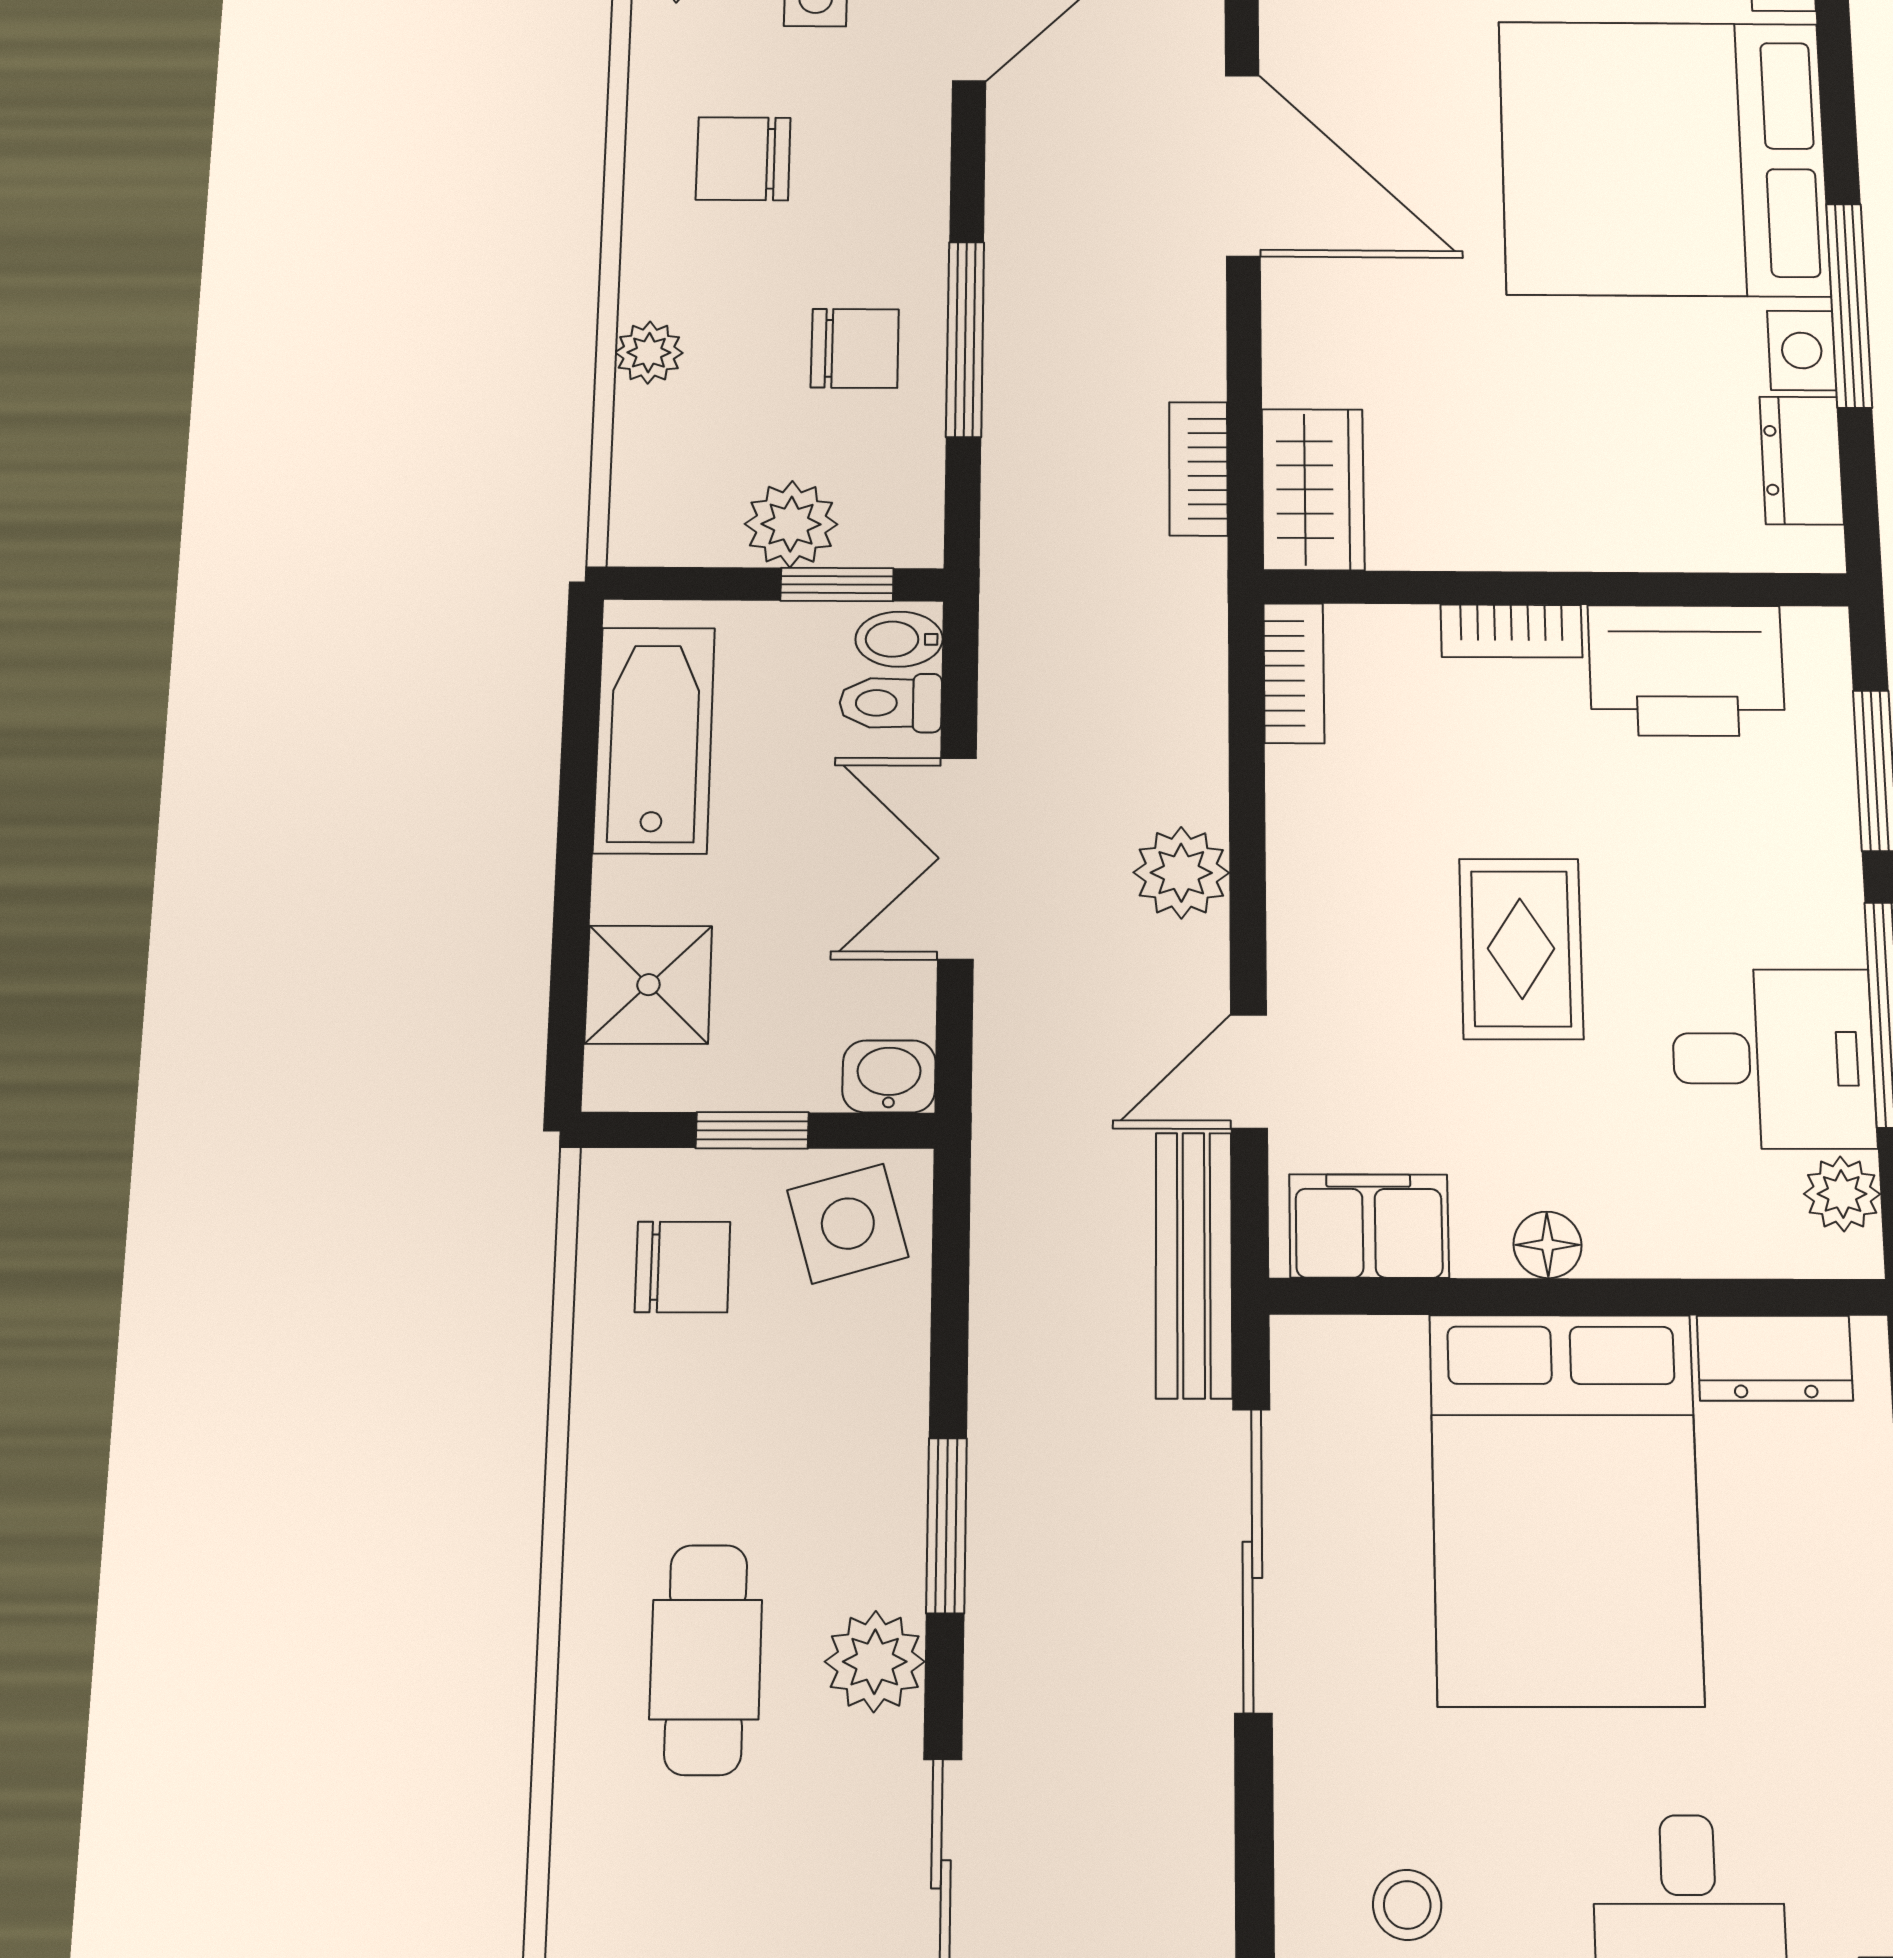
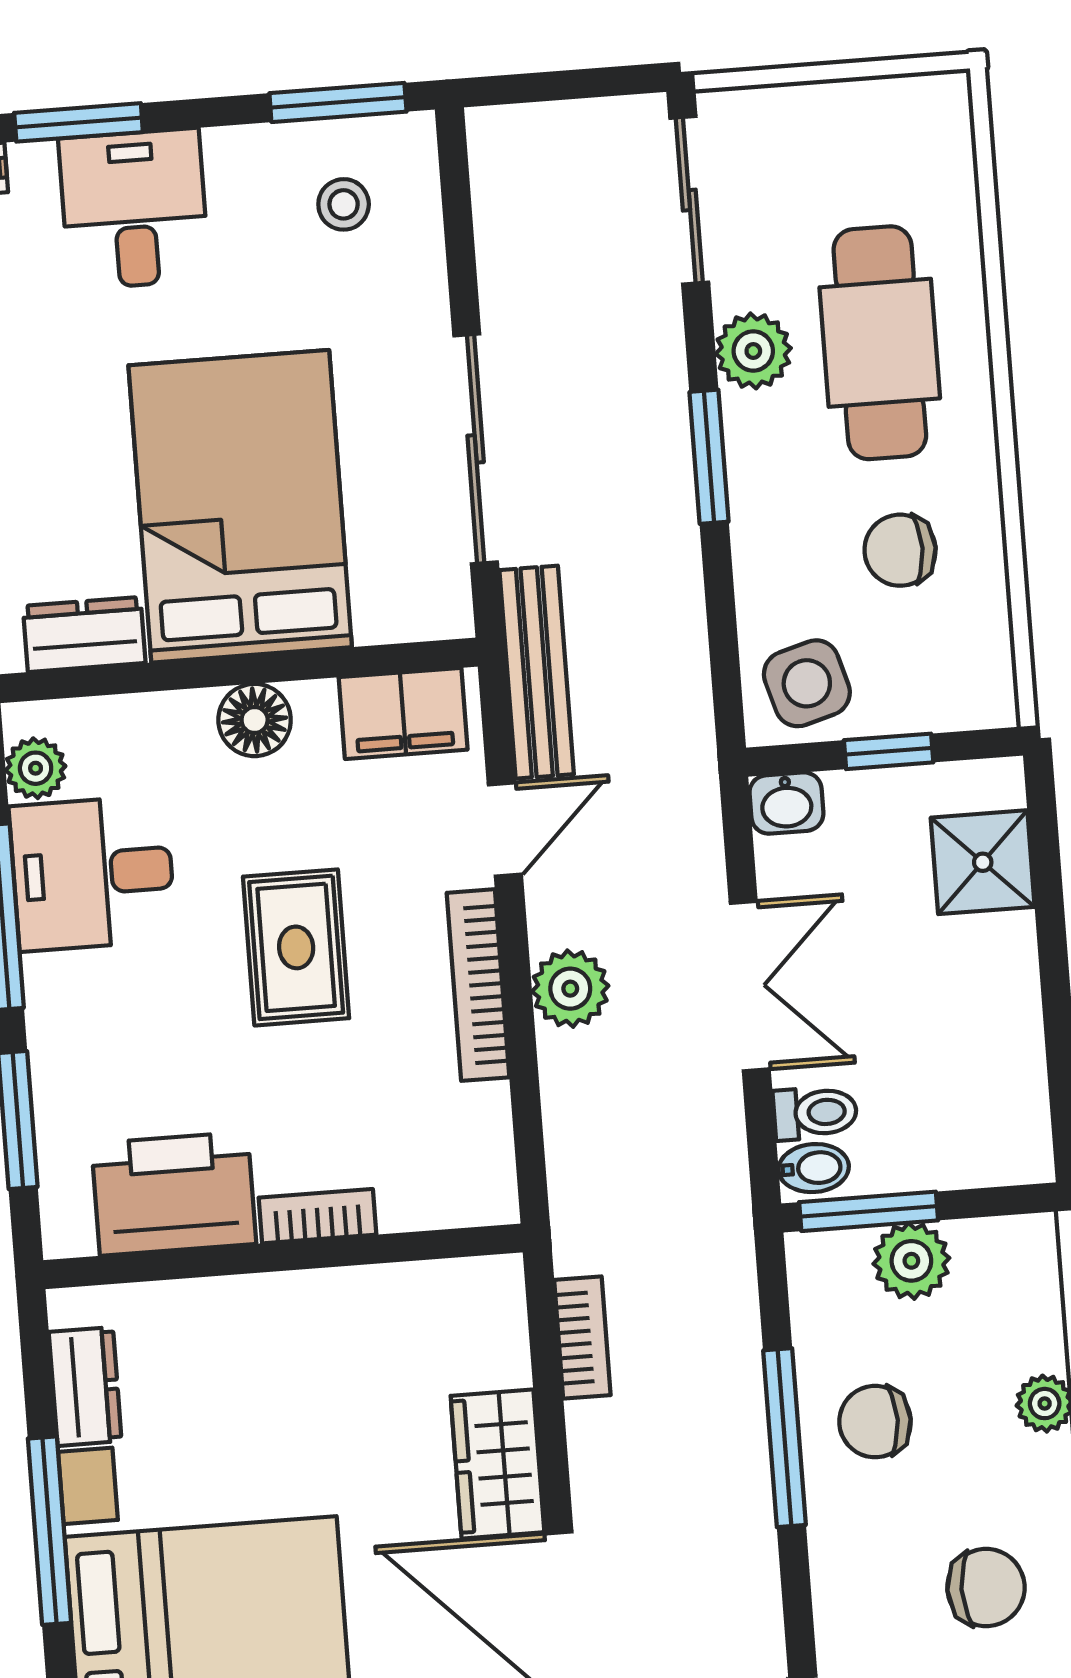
wardrobe: (1313, 489) -> (497, 1464), moved
window: (837, 584) -> (869, 1211), width x1.50
bookcase: (1294, 673) -> (478, 985), moved, width x1.56
bathtub: (654, 740) -> (1002, 1066), removed
floor lamp: (1548, 1245) -> (255, 720), width x1.37, depth x1.37
chair: (682, 1267) -> (900, 550), moved
cafe table: (706, 1659) -> (880, 343), width x1.37, depth x1.35

